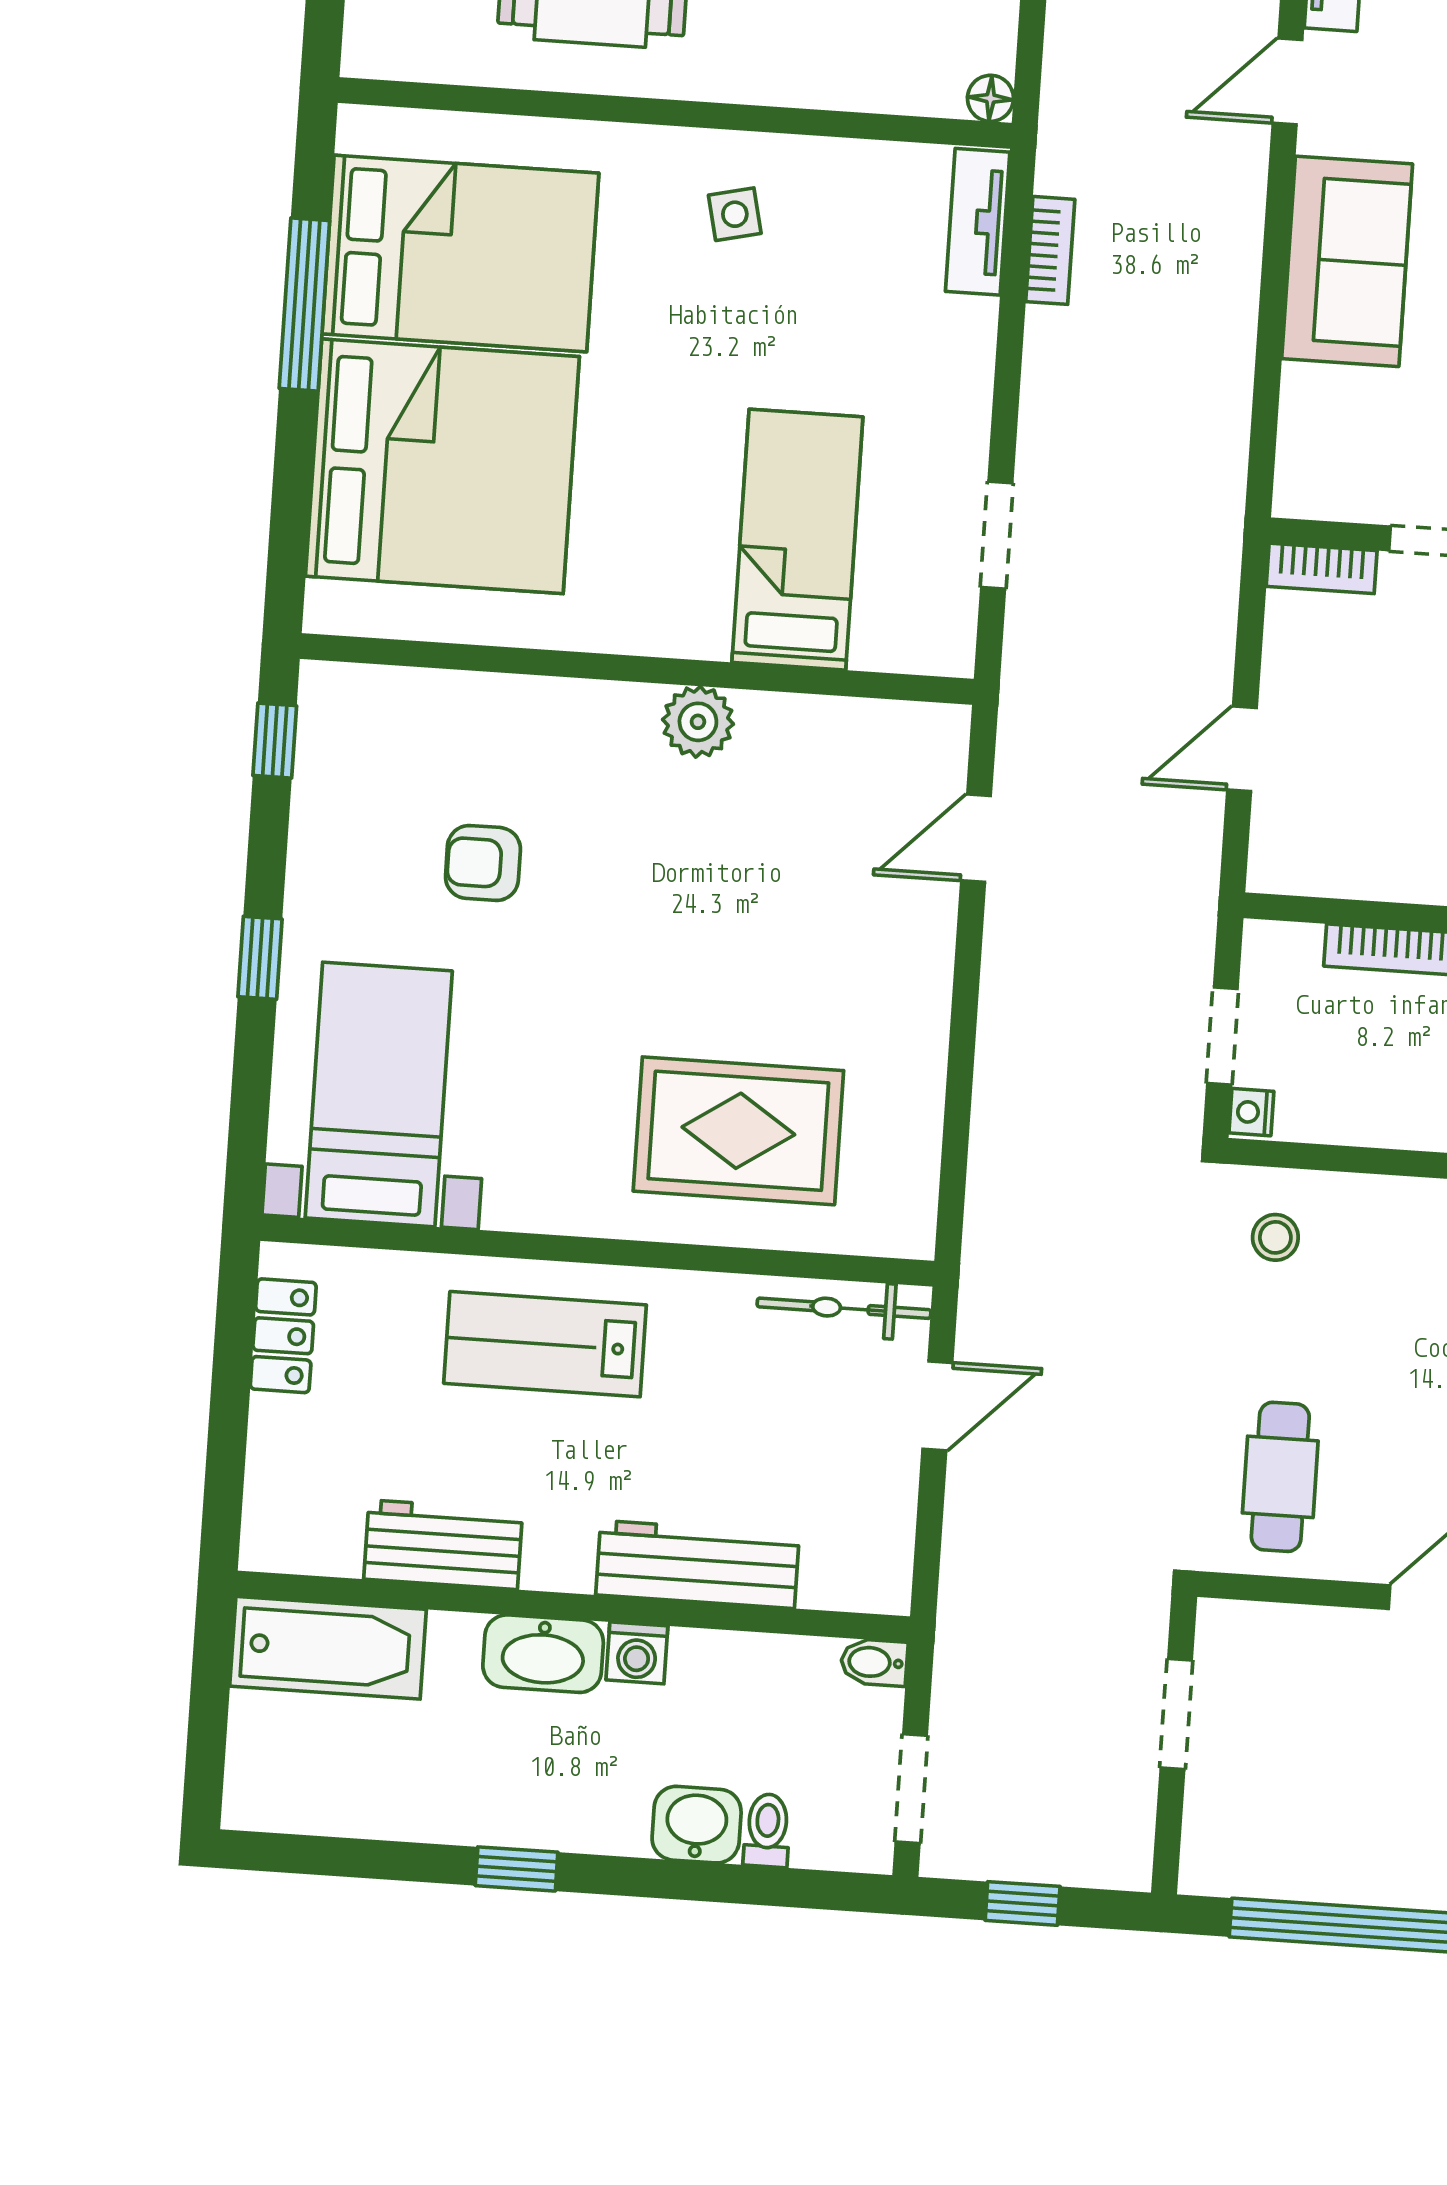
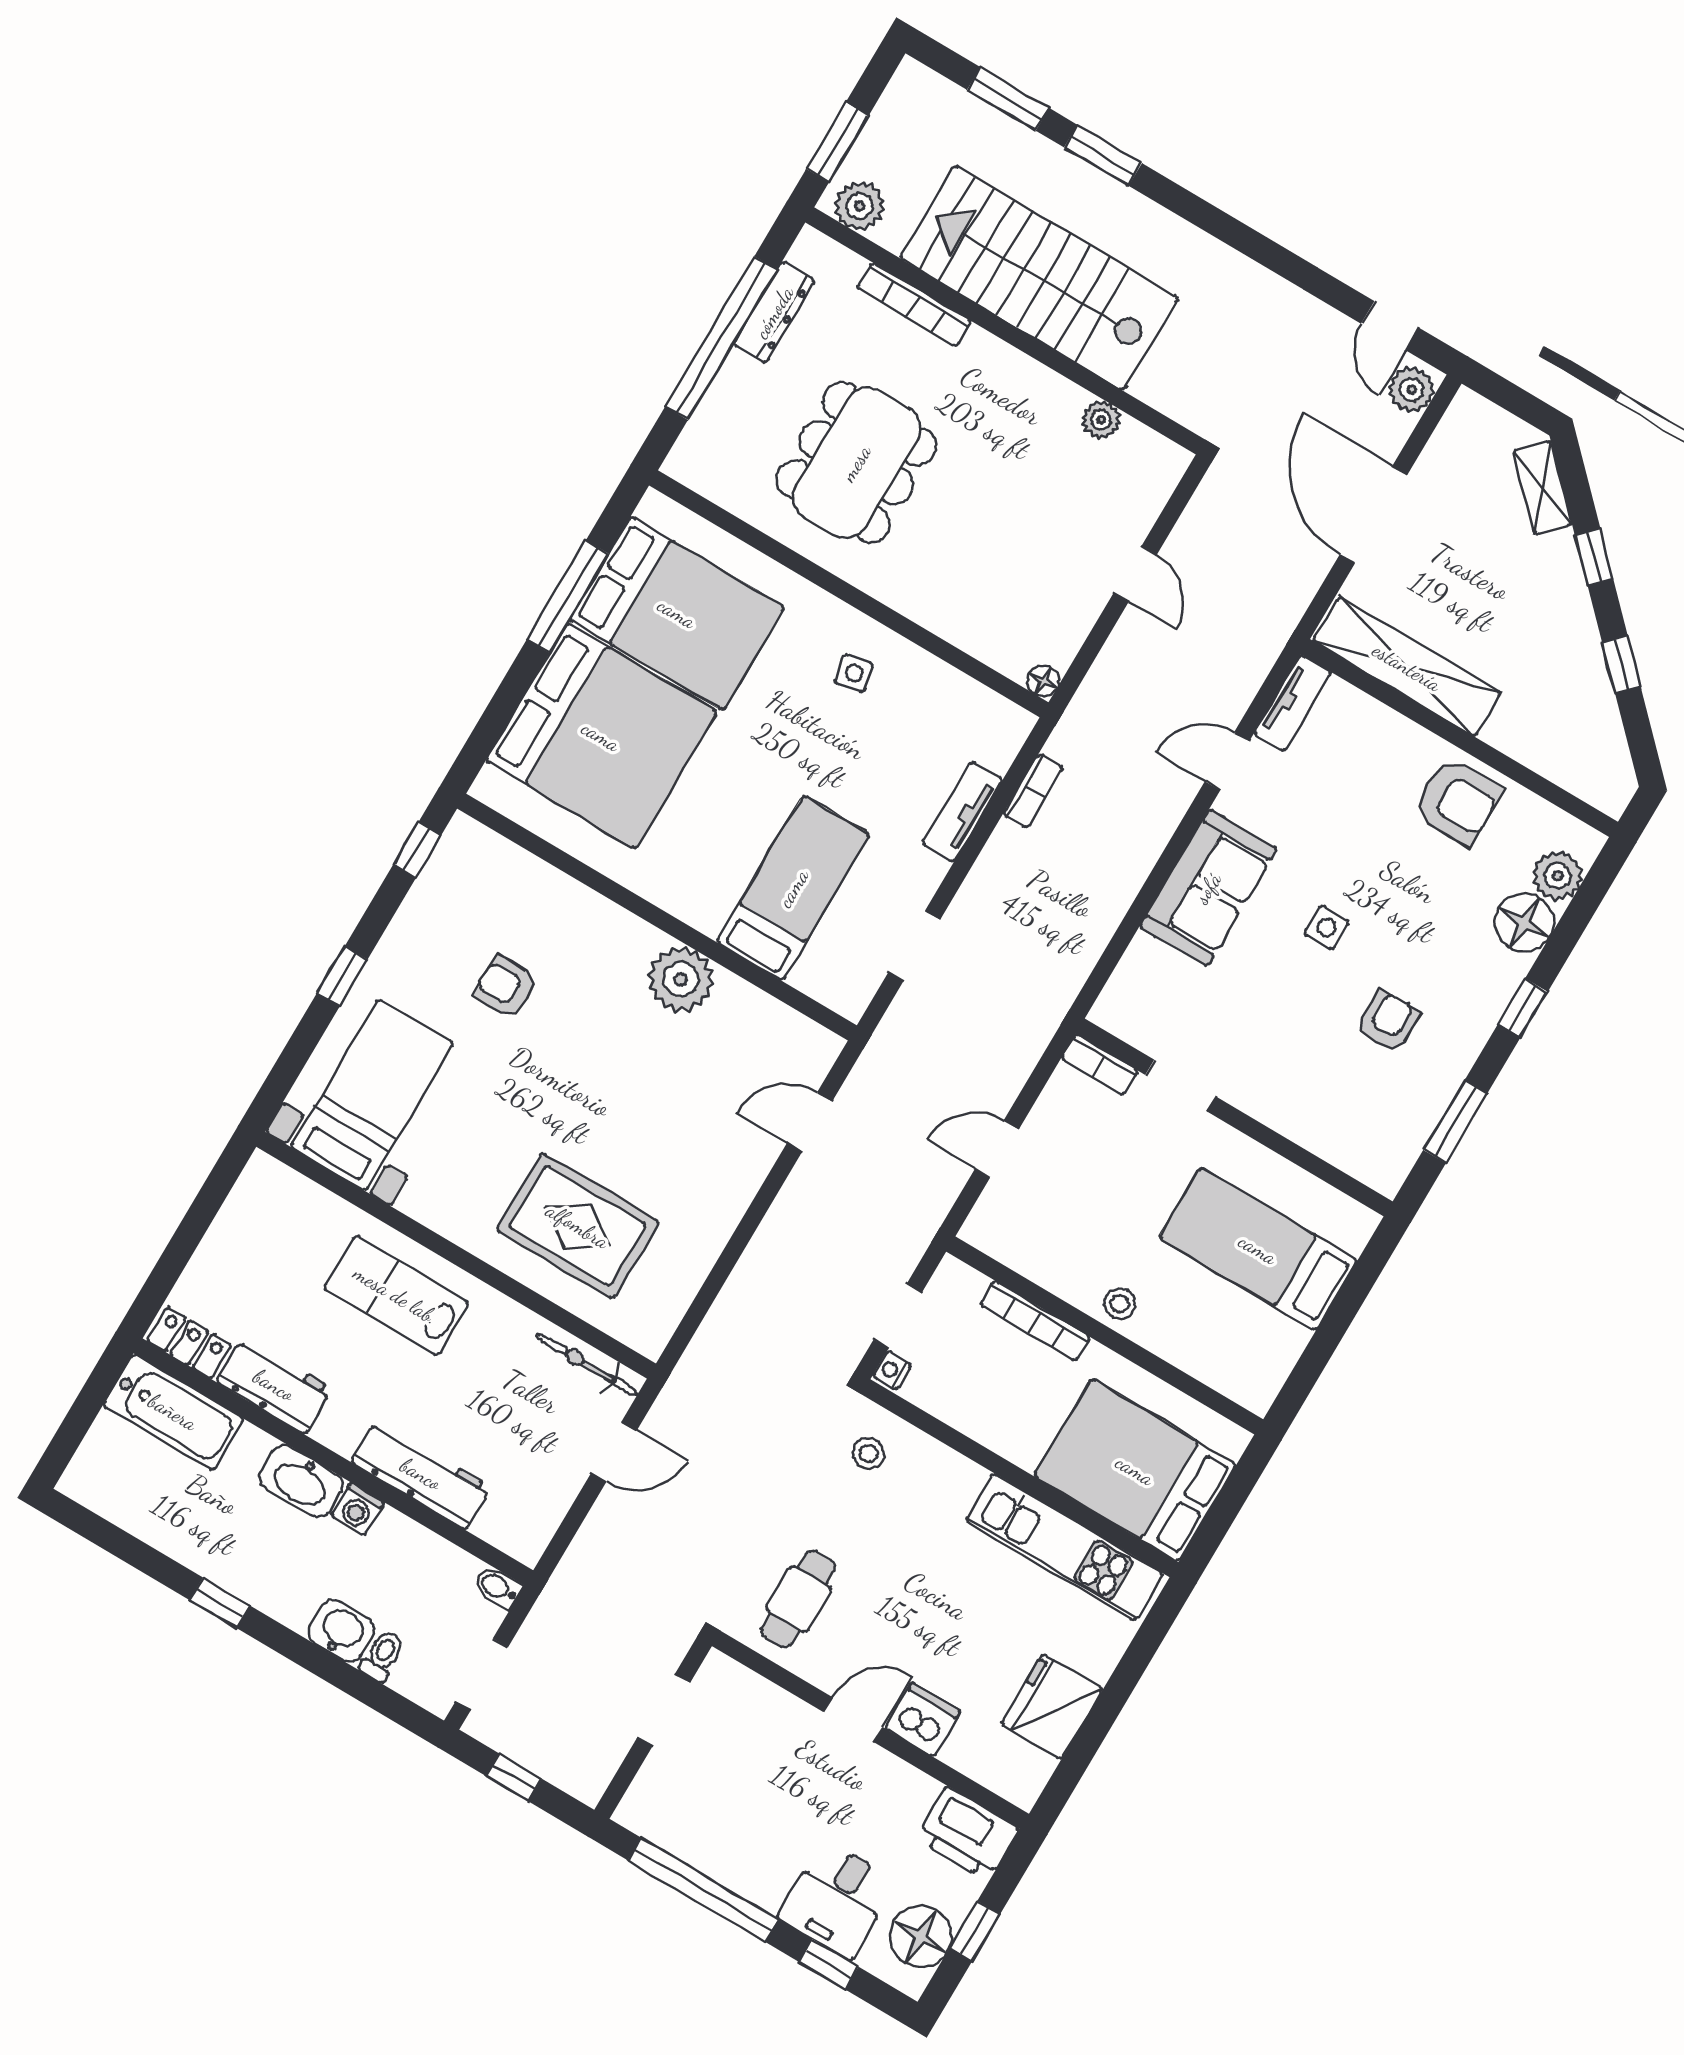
tv unit: (978, 222) -> (962, 812), moved
plant: (698, 722) -> (681, 979), width x1.36, depth x1.36
locker: (283, 1336) -> (189, 1343), moved, turned -90

